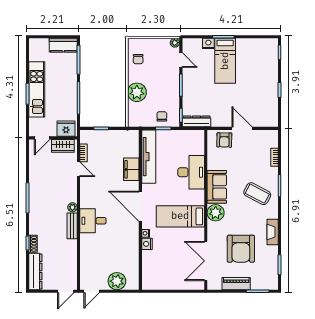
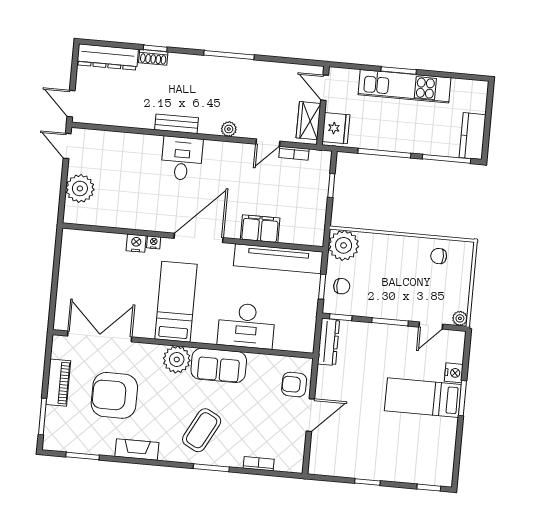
plant: (137, 92) -> (344, 245), moved
plant: (72, 207) -> (229, 129), moved

